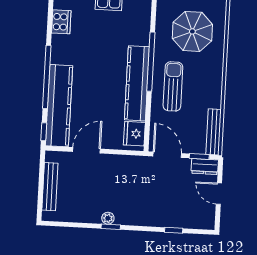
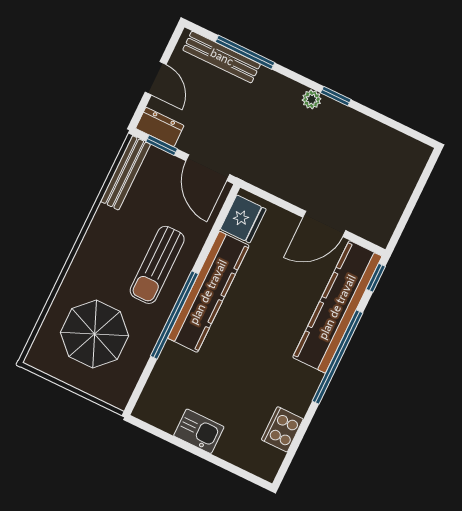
bench: (50, 187) -> (222, 57), moved, turned 90
plant: (108, 218) -> (312, 99), moved
window: (174, 230) -> (245, 52), width x2.17

